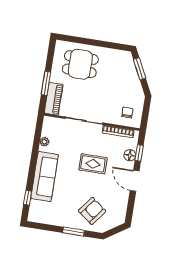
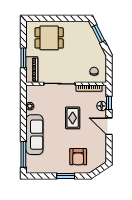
rug: (93, 164) -> (73, 118), turned 90
window: (28, 198) -> (23, 154), width x2.17
armchair: (92, 211) -> (78, 157), turned 143

